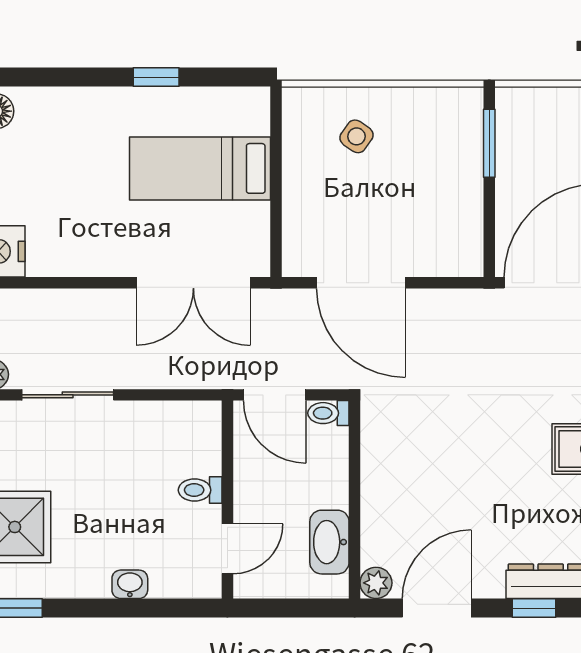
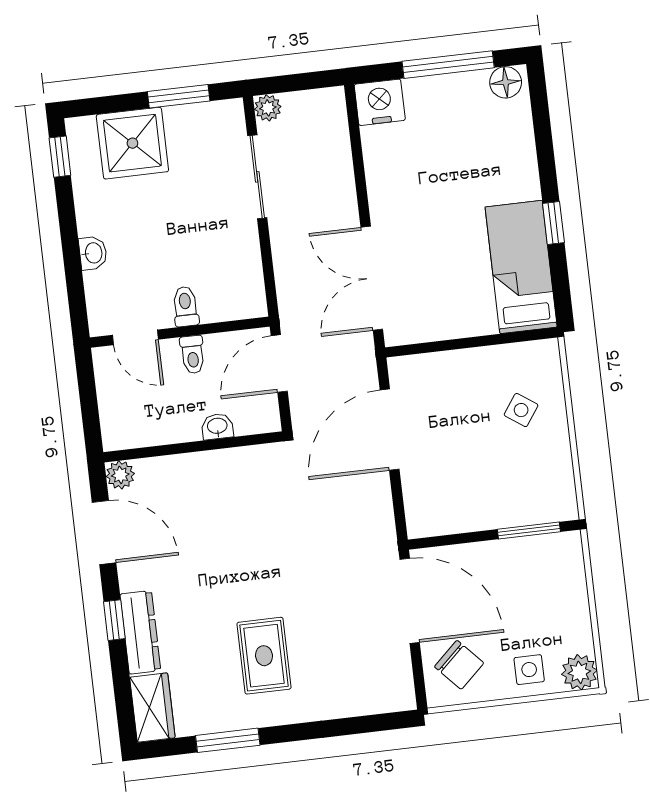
bed: (200, 168) -> (521, 267), moved
toilet: (328, 413) -> (193, 355), moved, turned 180
washbasin: (329, 542) -> (217, 427), moved, width x0.52, depth x0.69

